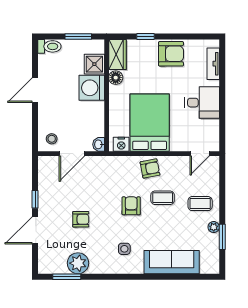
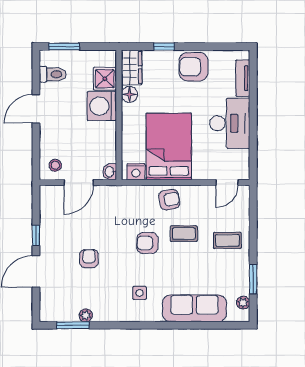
window: (78, 36) -> (64, 47), moved
toilet: (49, 46) -> (53, 74), moved
armchair: (171, 54) -> (194, 67), turned 180
desk: (202, 103) -> (230, 123), width x1.37
armchair: (131, 206) -> (147, 243), turned -90
armchair: (81, 219) -> (89, 259), turned -90
plant: (214, 227) -> (243, 303), moved
plant: (78, 263) -> (86, 315), width x0.53, depth x0.53

